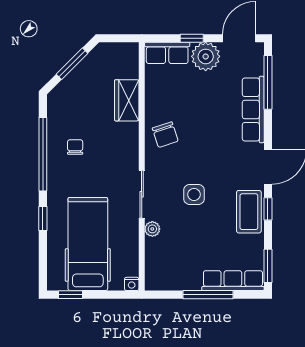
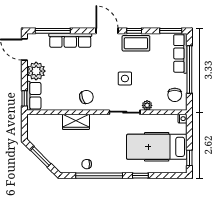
window: (192, 38) -> (24, 98), moved
wardrobe: (127, 100) -> (76, 122), moved
chair: (75, 147) -> (87, 164), moved
chair: (169, 272) -> (175, 95), added
window: (208, 295) -> (189, 70), width x1.46

